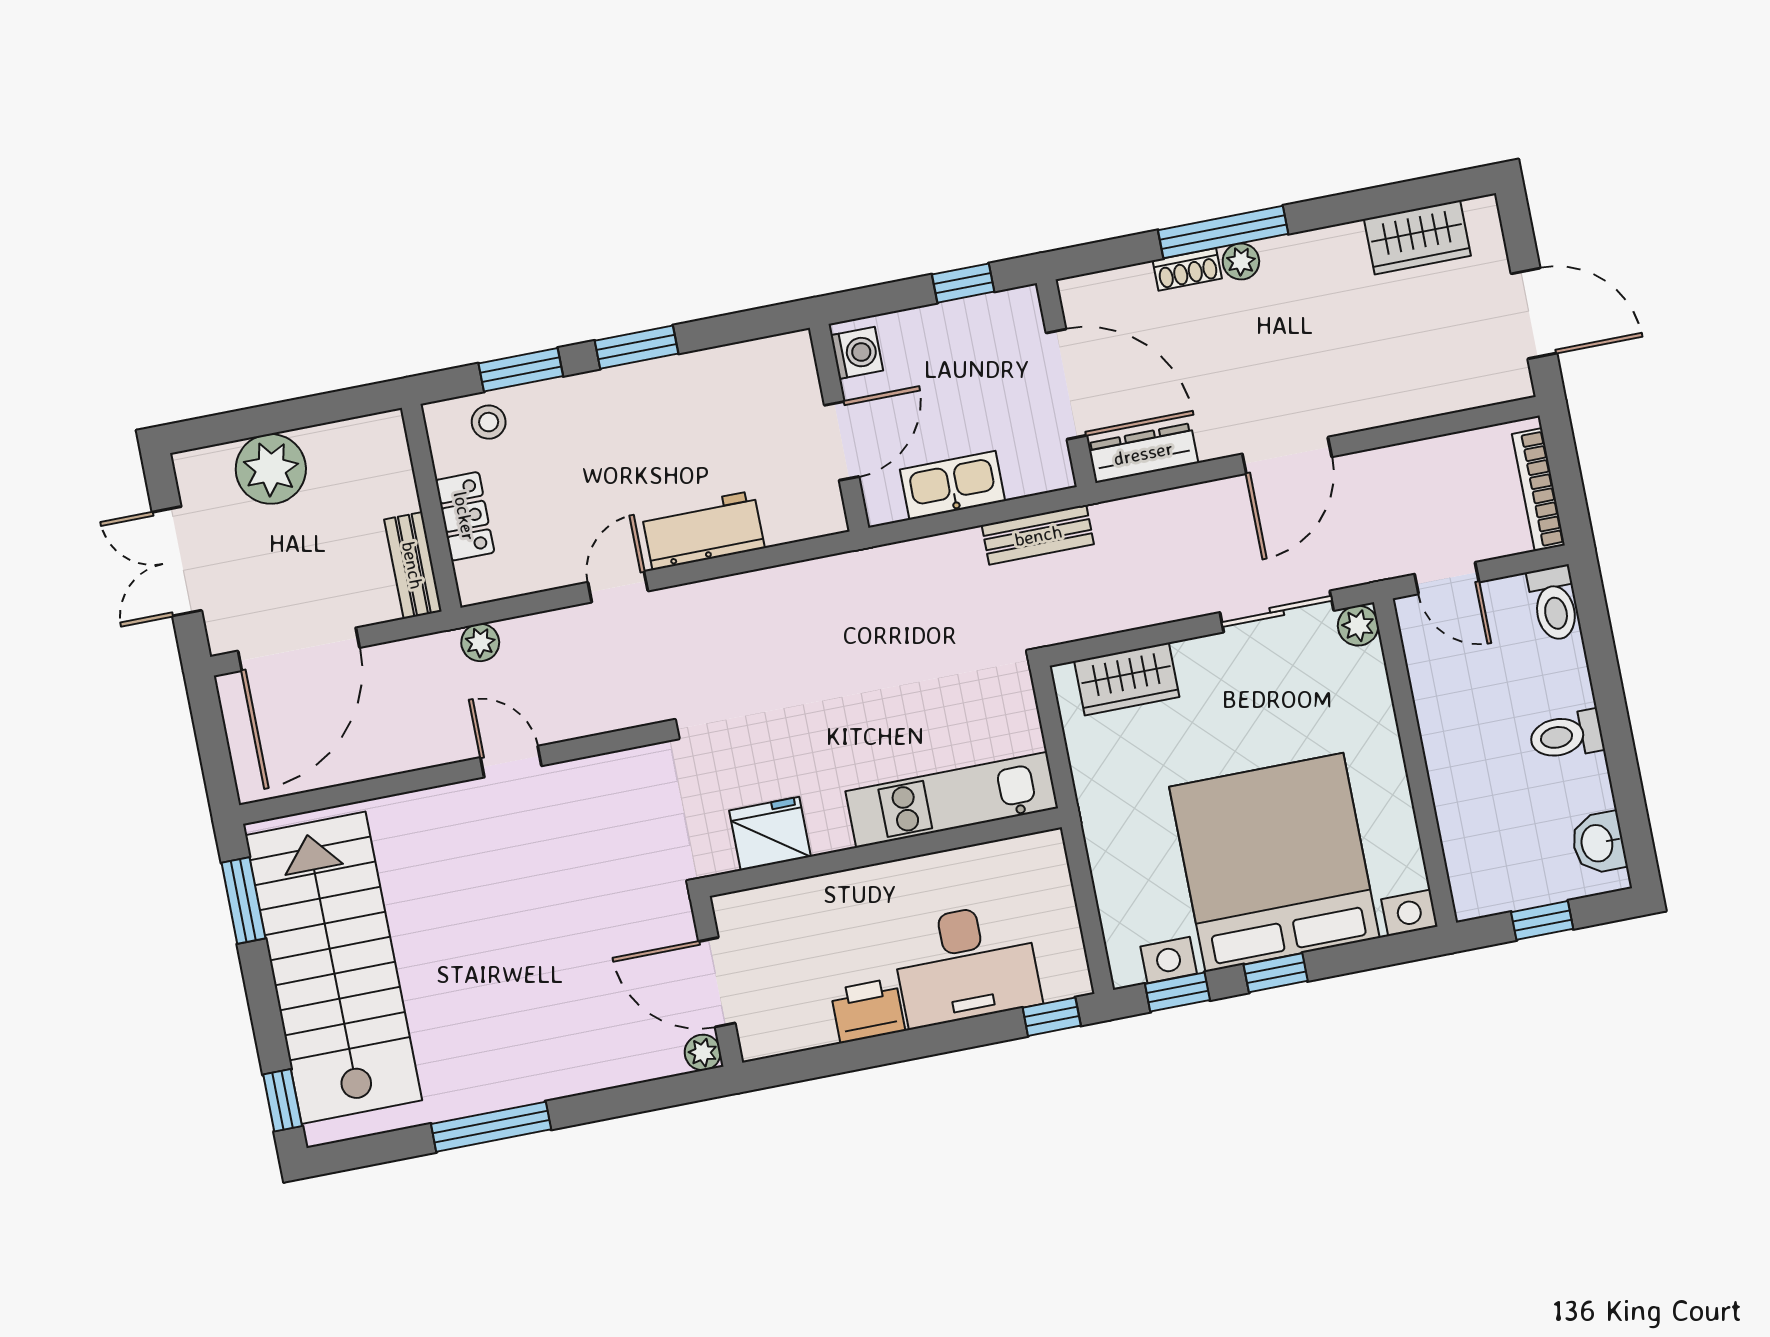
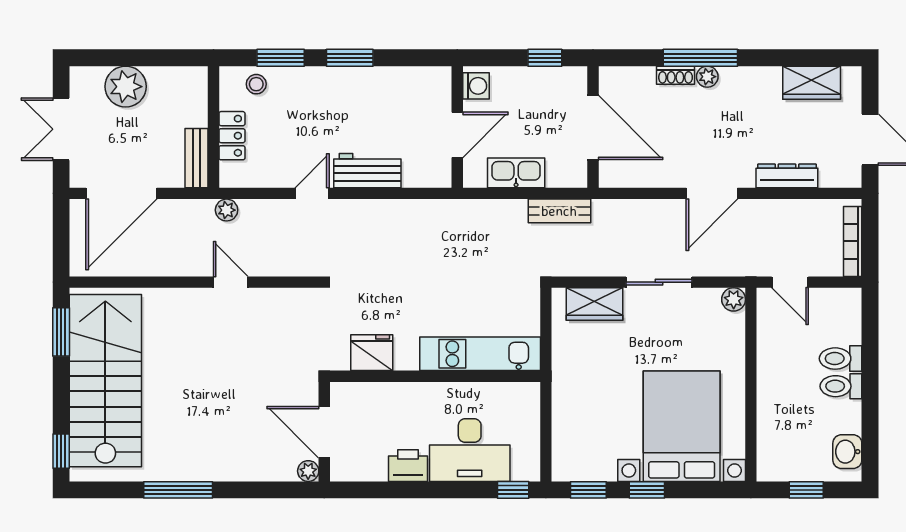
dresser: (1143, 453) -> (787, 176), moved
toilet: (1554, 603) -> (841, 359), moved, turned 90
sliding door: (1277, 611) -> (659, 282), moved
bed with nightstands: (1274, 862) -> (682, 426), width x0.73

